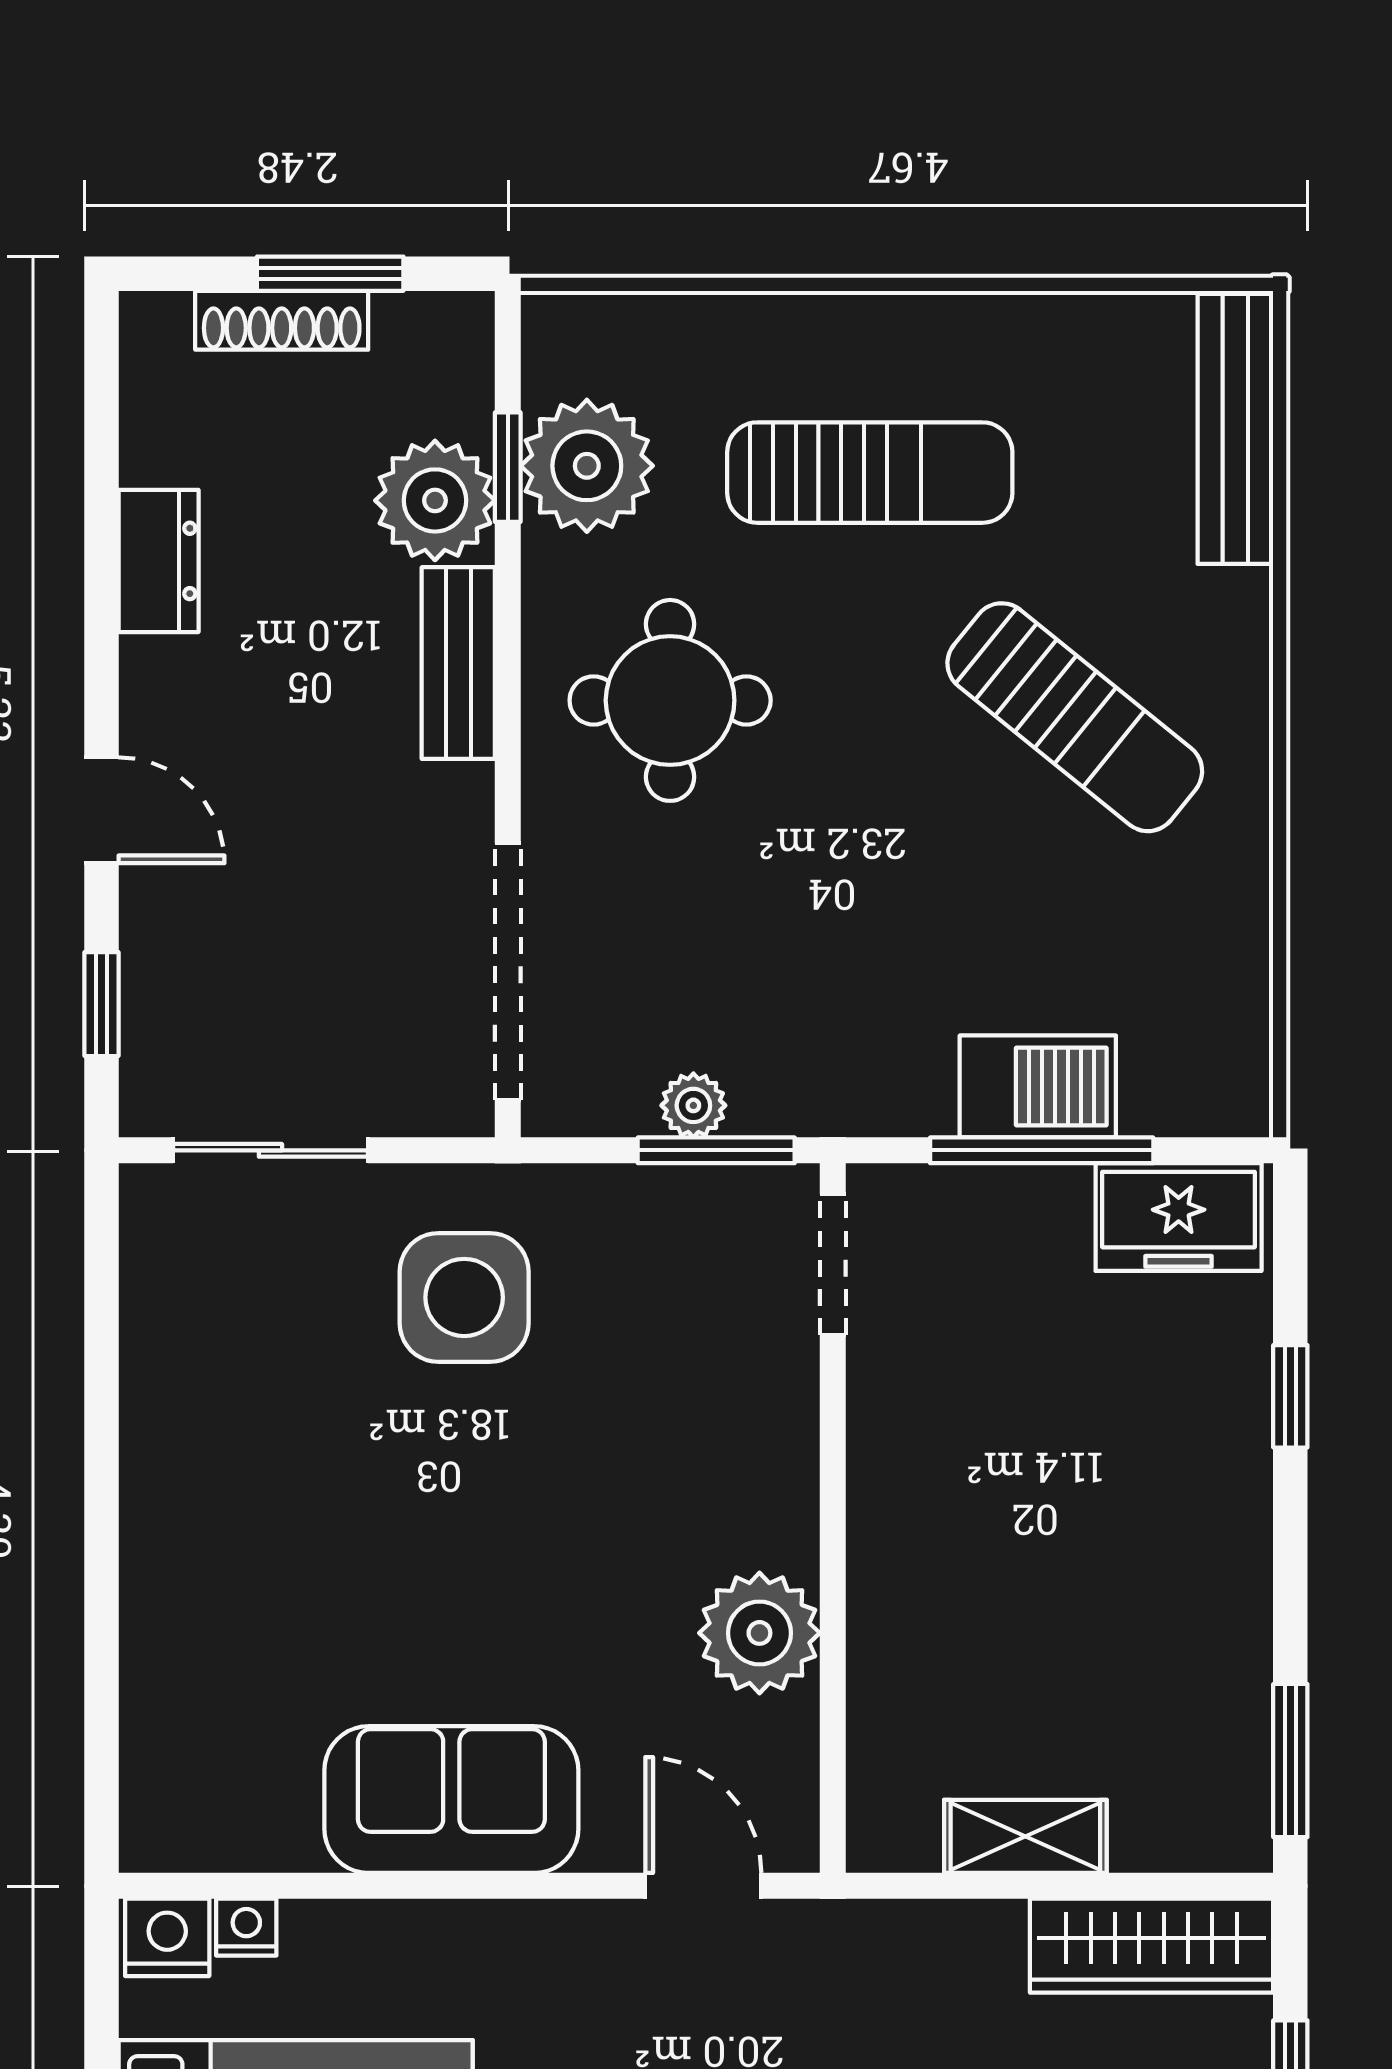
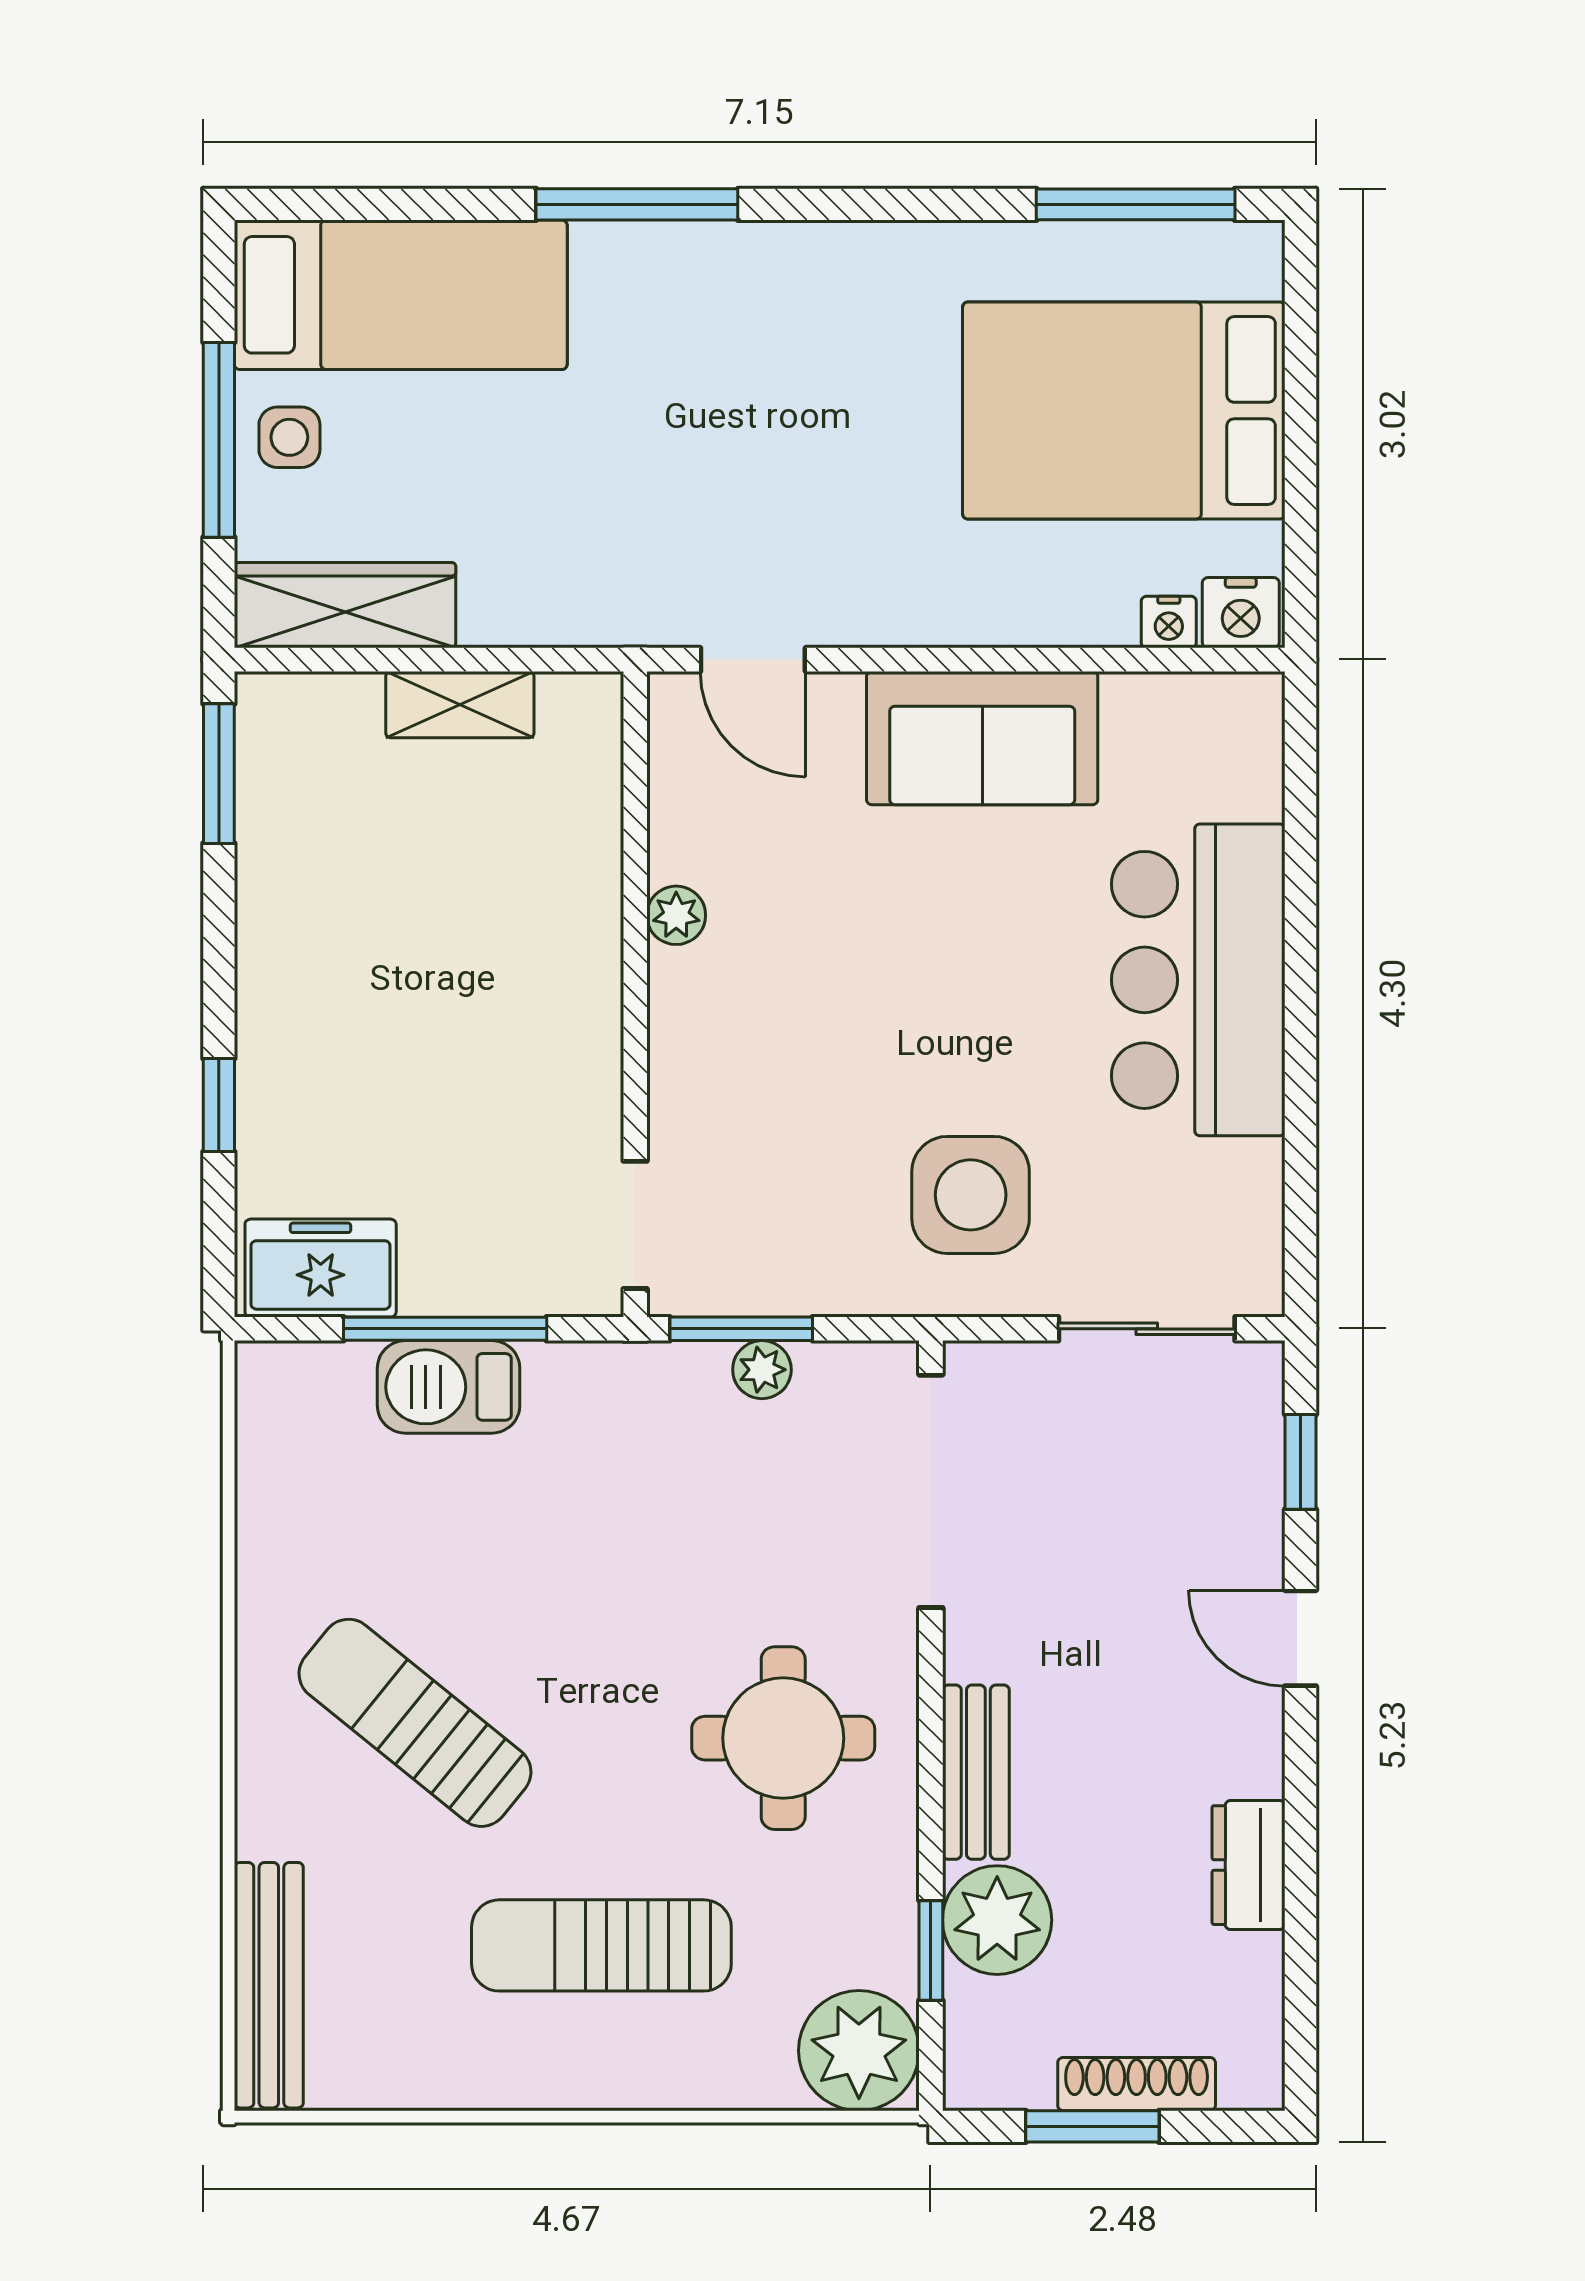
plant: (587, 466) -> (859, 2051), moved
bar counter: (214, 1534) -> (1198, 980), added
plant: (759, 1633) -> (676, 915), width x0.53, depth x0.53

